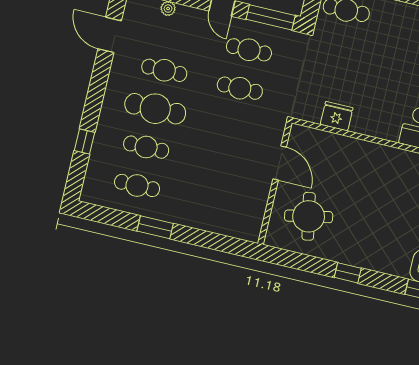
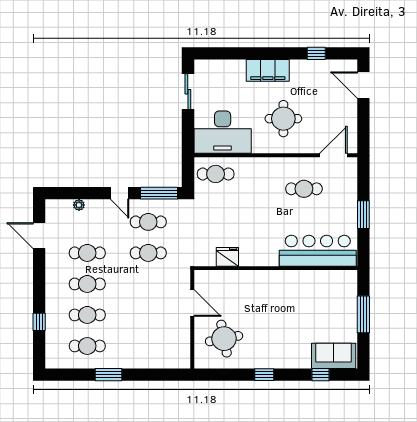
cafe table: (155, 109) -> (87, 284), width x0.73, depth x0.74

